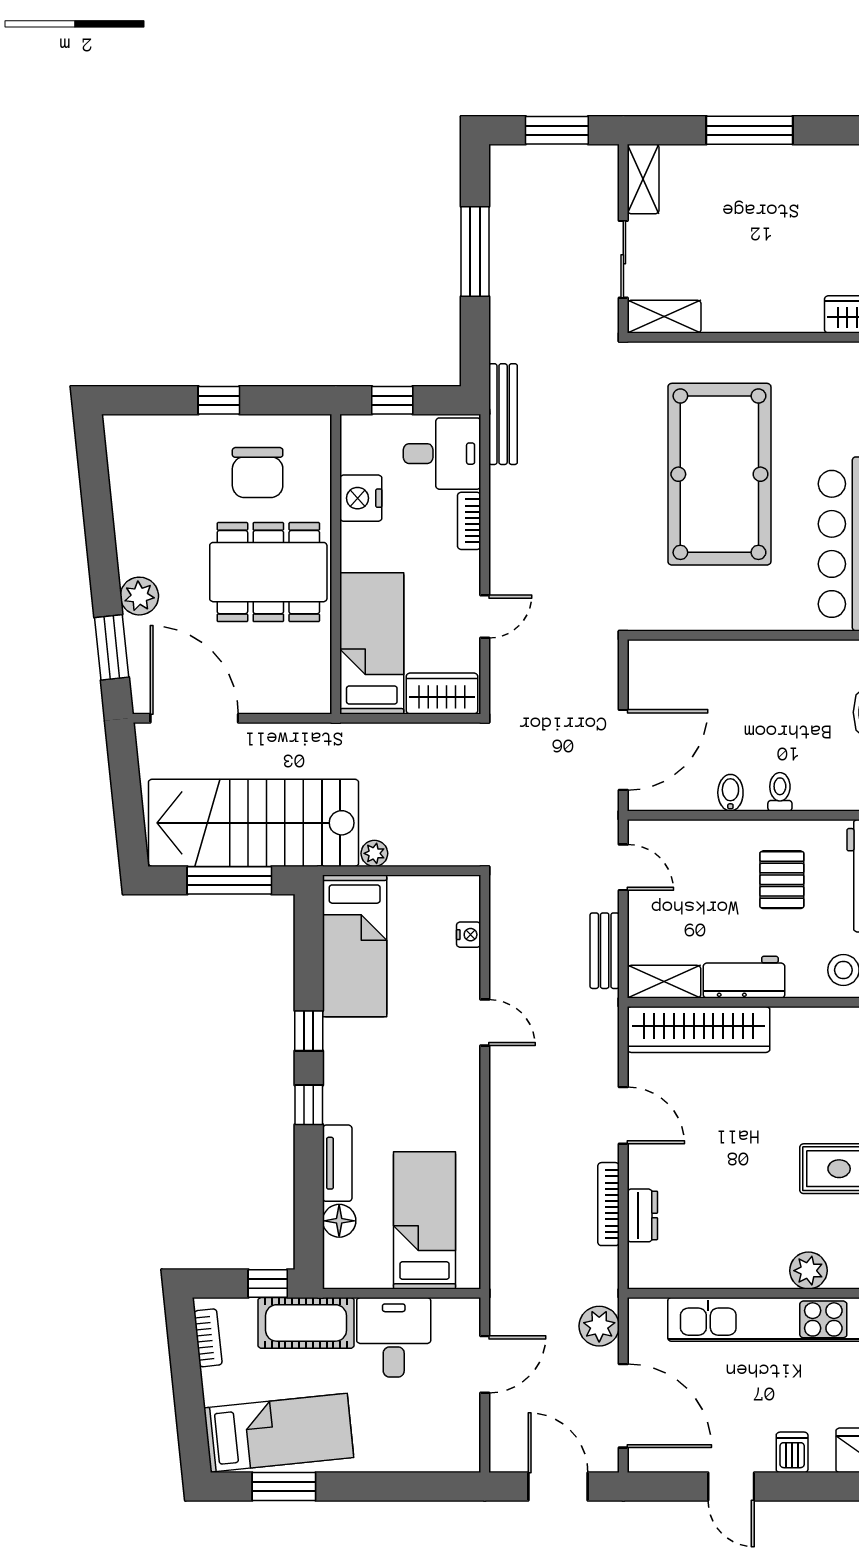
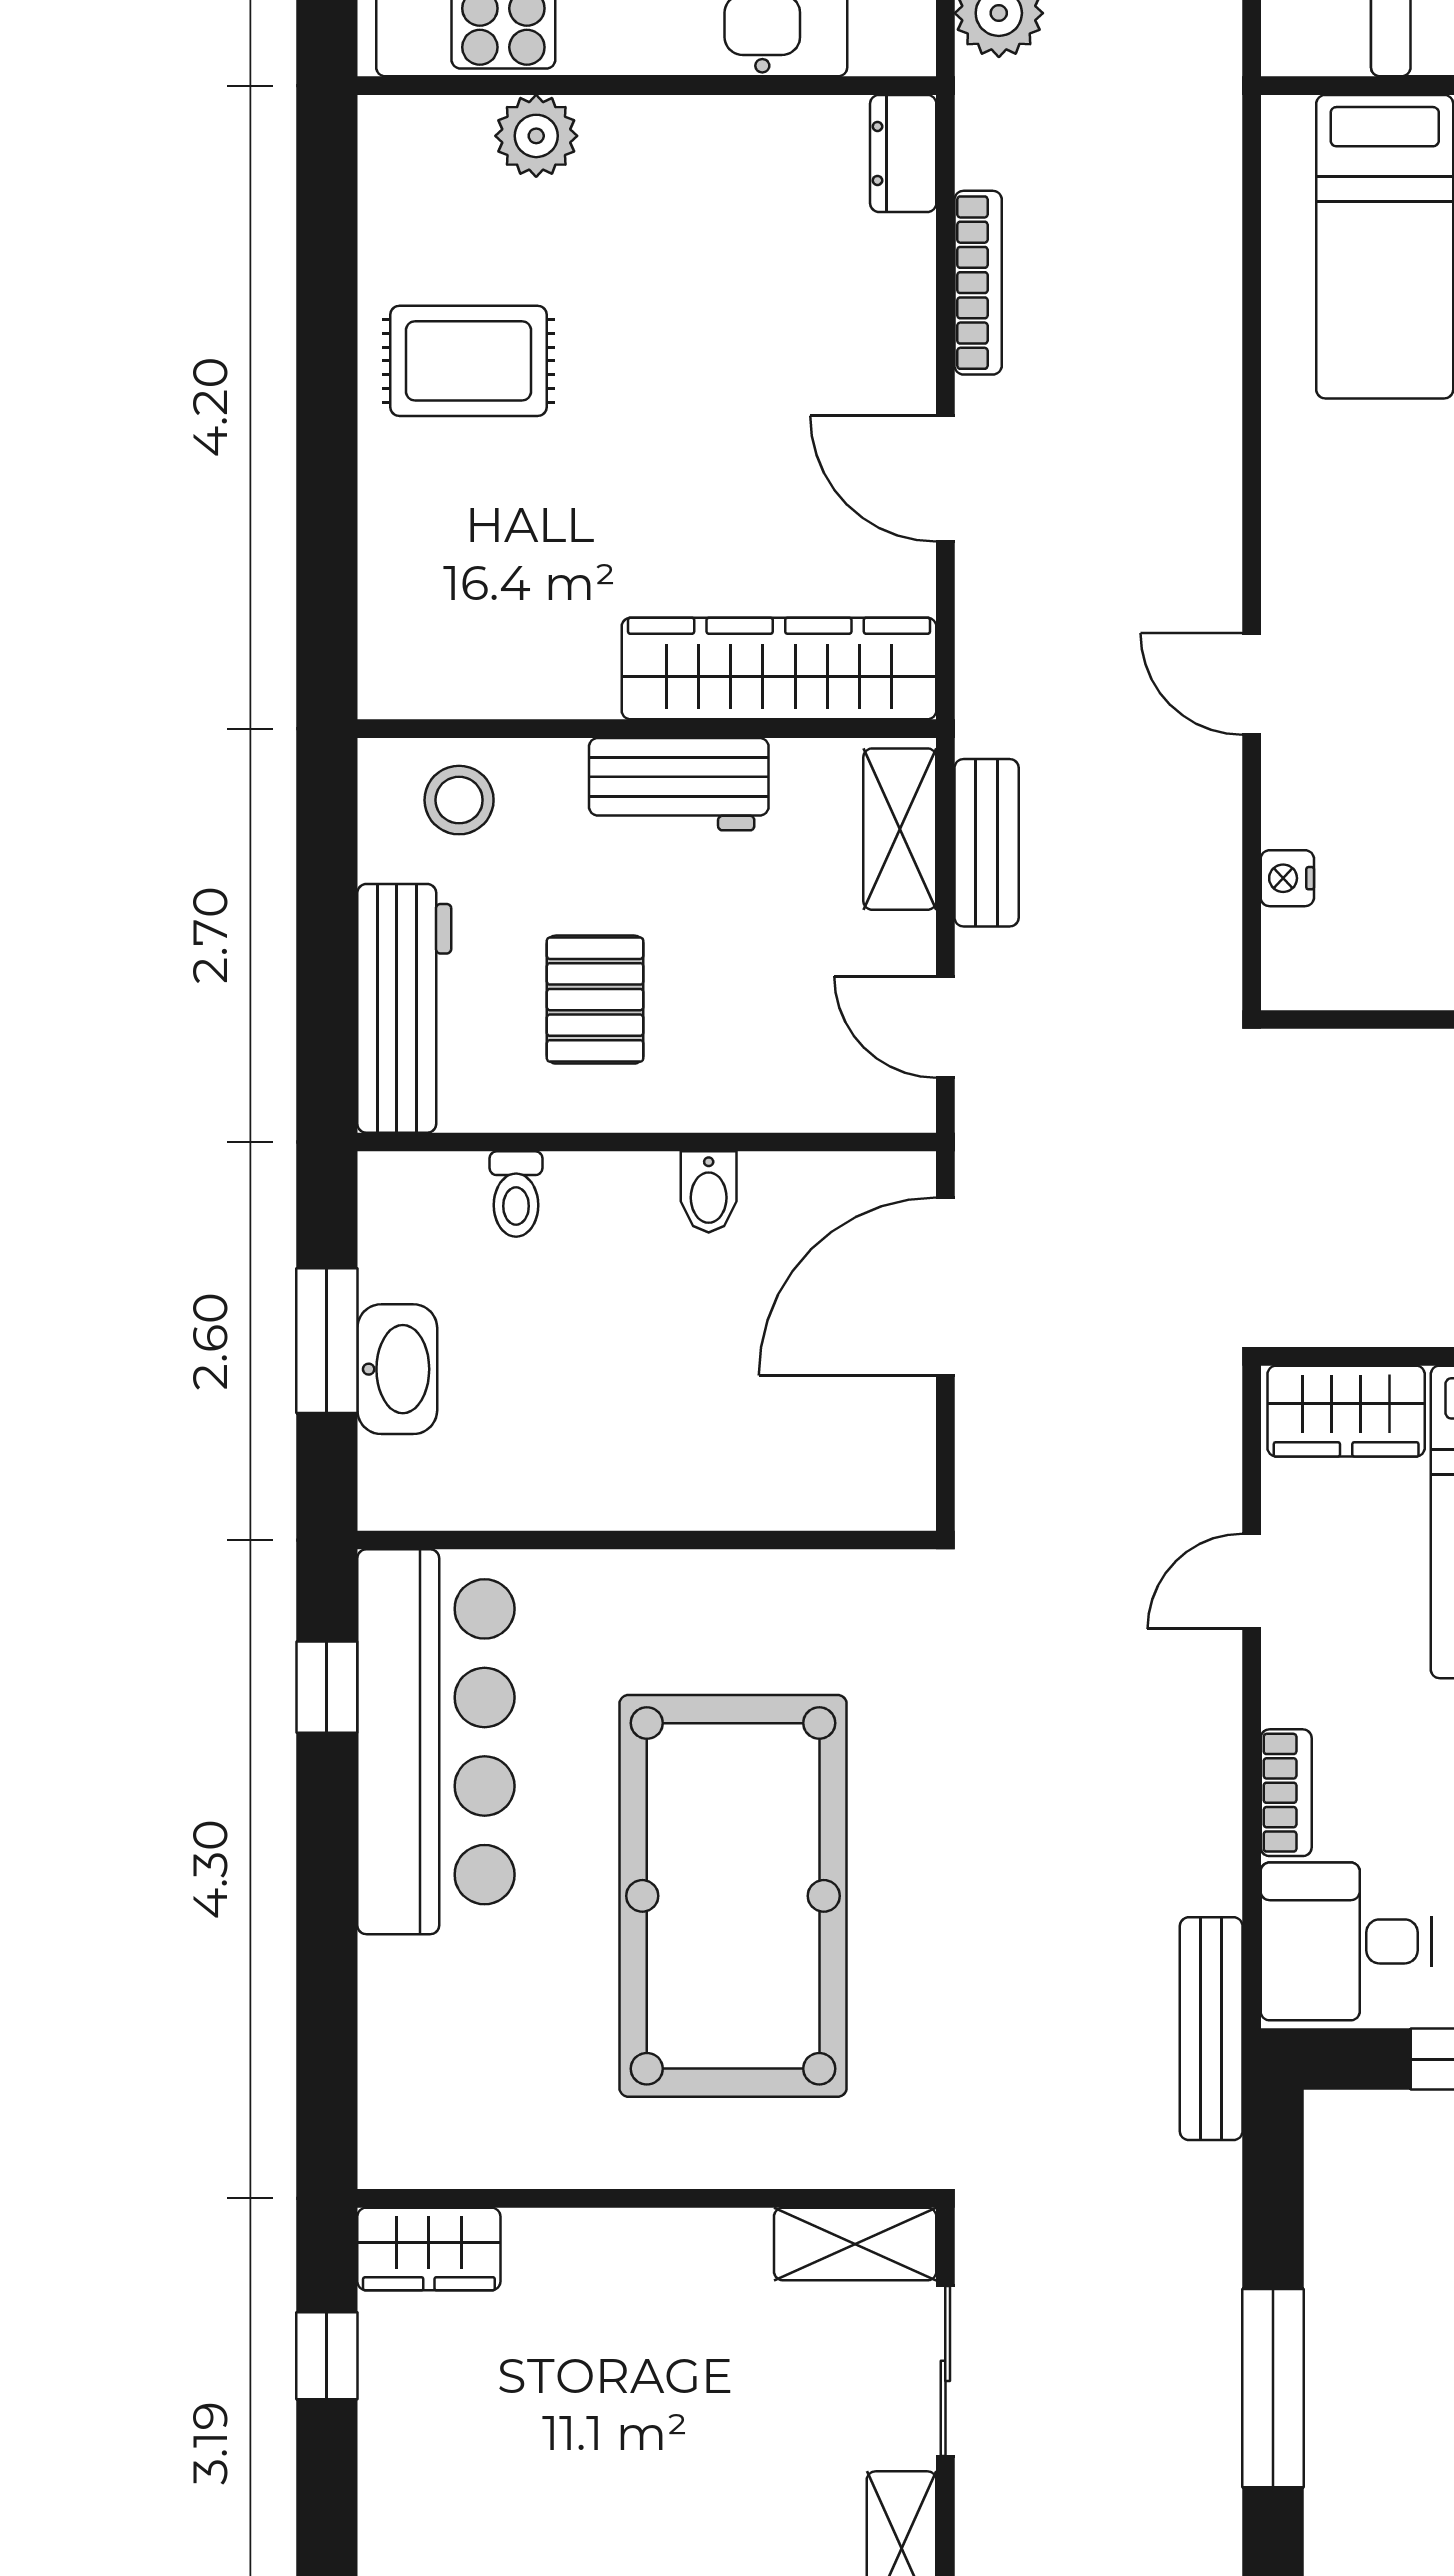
toilet: (780, 792) -> (516, 1194), moved
shelving: (664, 982) -> (900, 829), moved, turned 90
dresser: (642, 1215) -> (903, 153), moved

